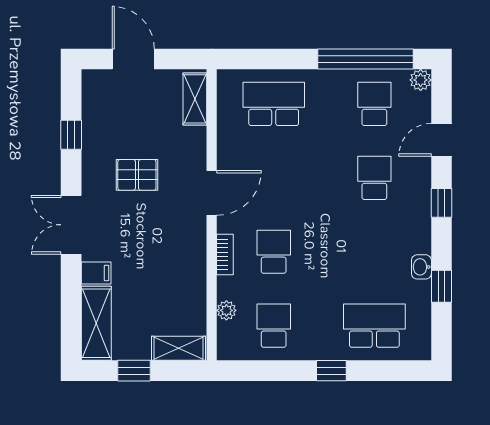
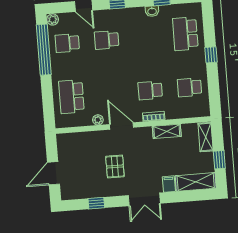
shelving: (195, 99) -> (167, 131), moved
plant: (226, 310) -> (98, 120), moved

